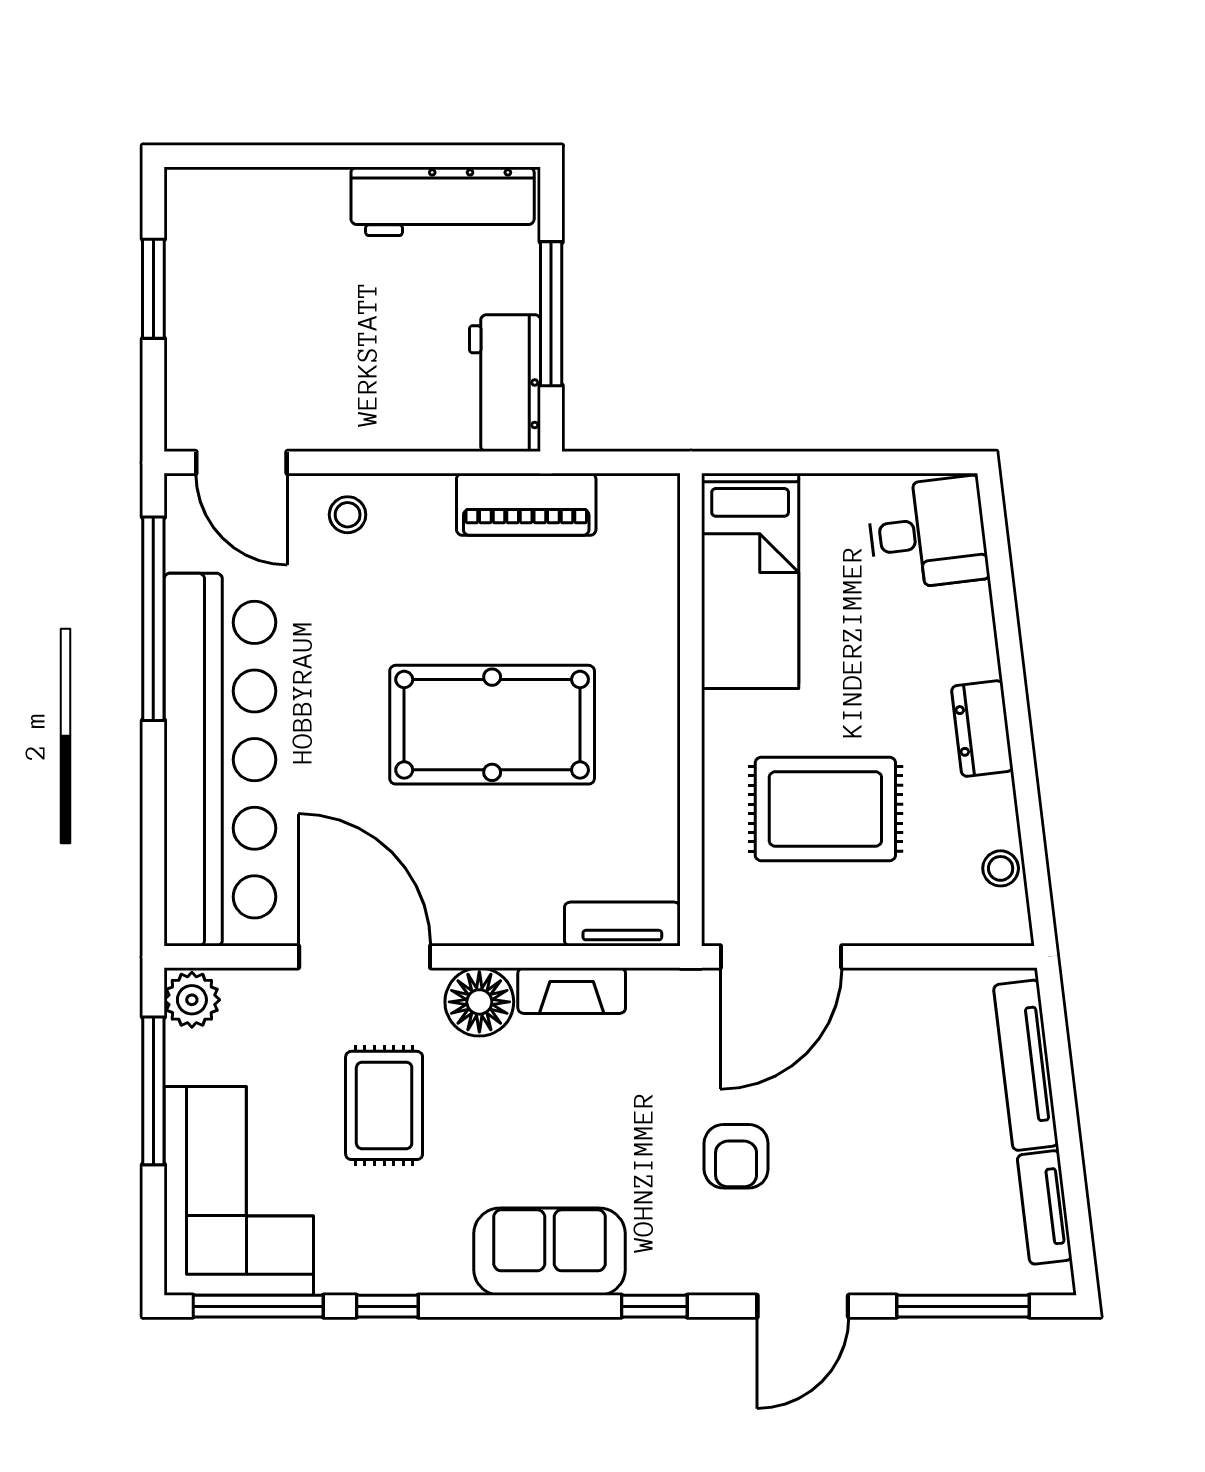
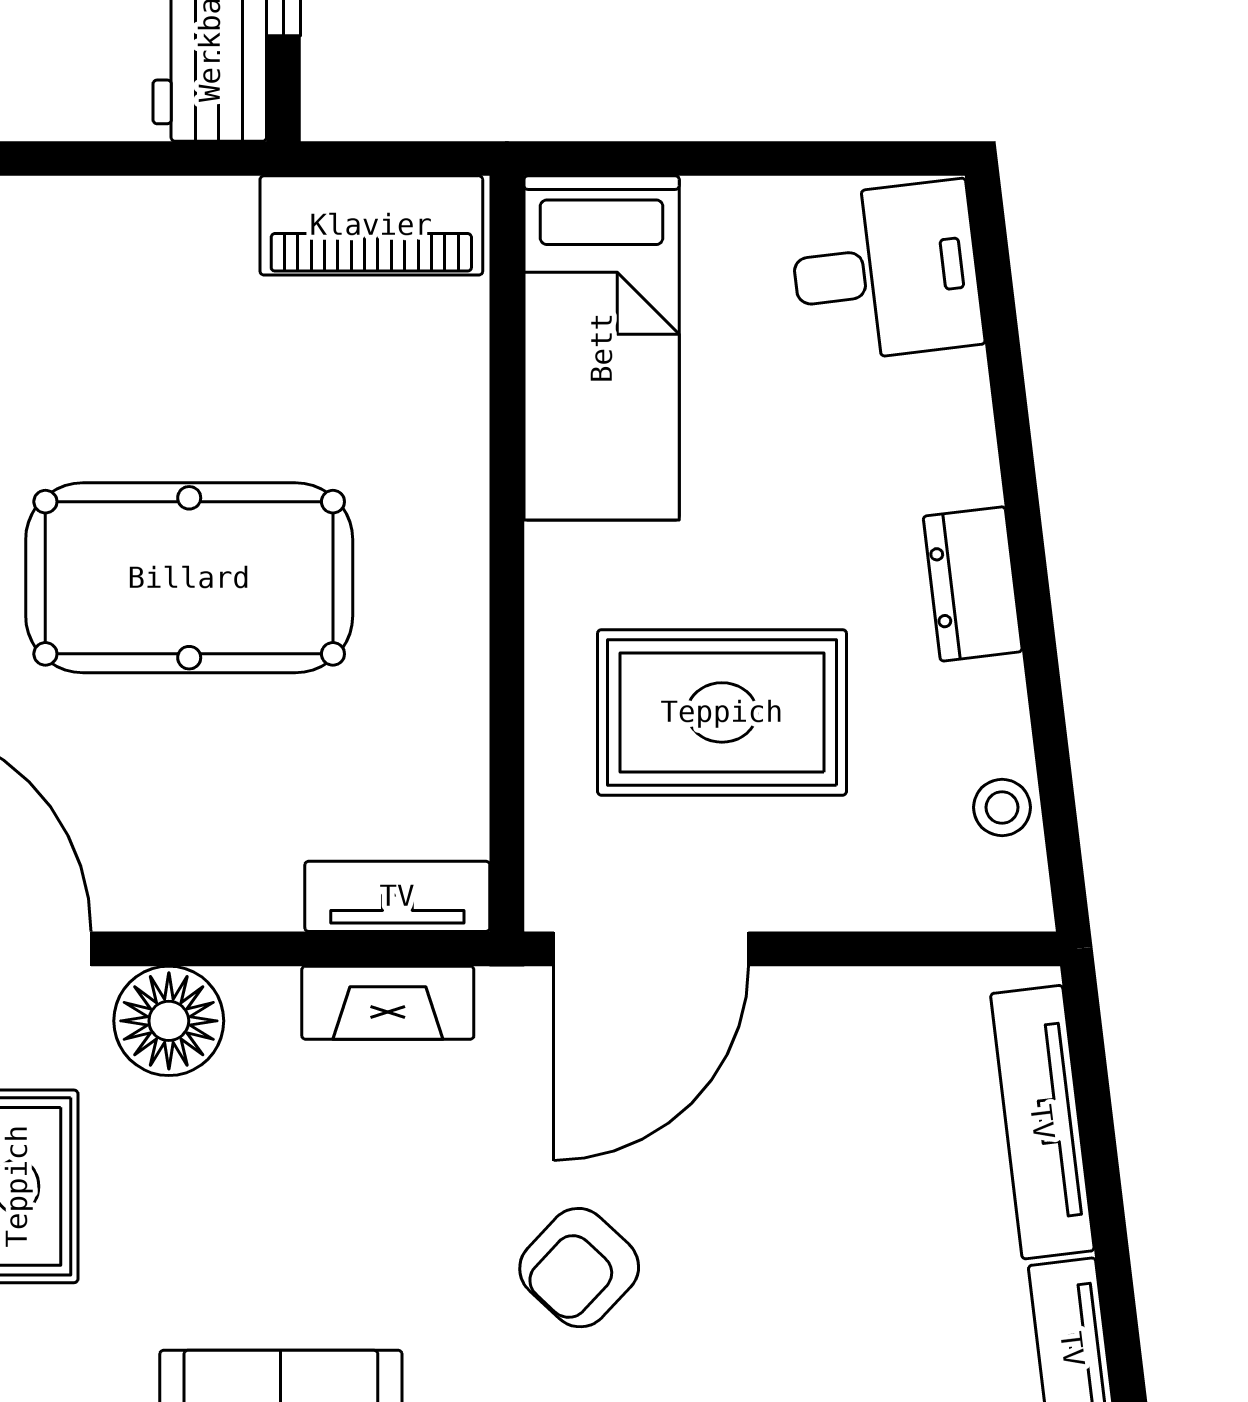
piano: (526, 504) -> (371, 225), moved
fireplace: (572, 991) -> (388, 1003), moved
armchair: (736, 1156) -> (579, 1268), turned 43

